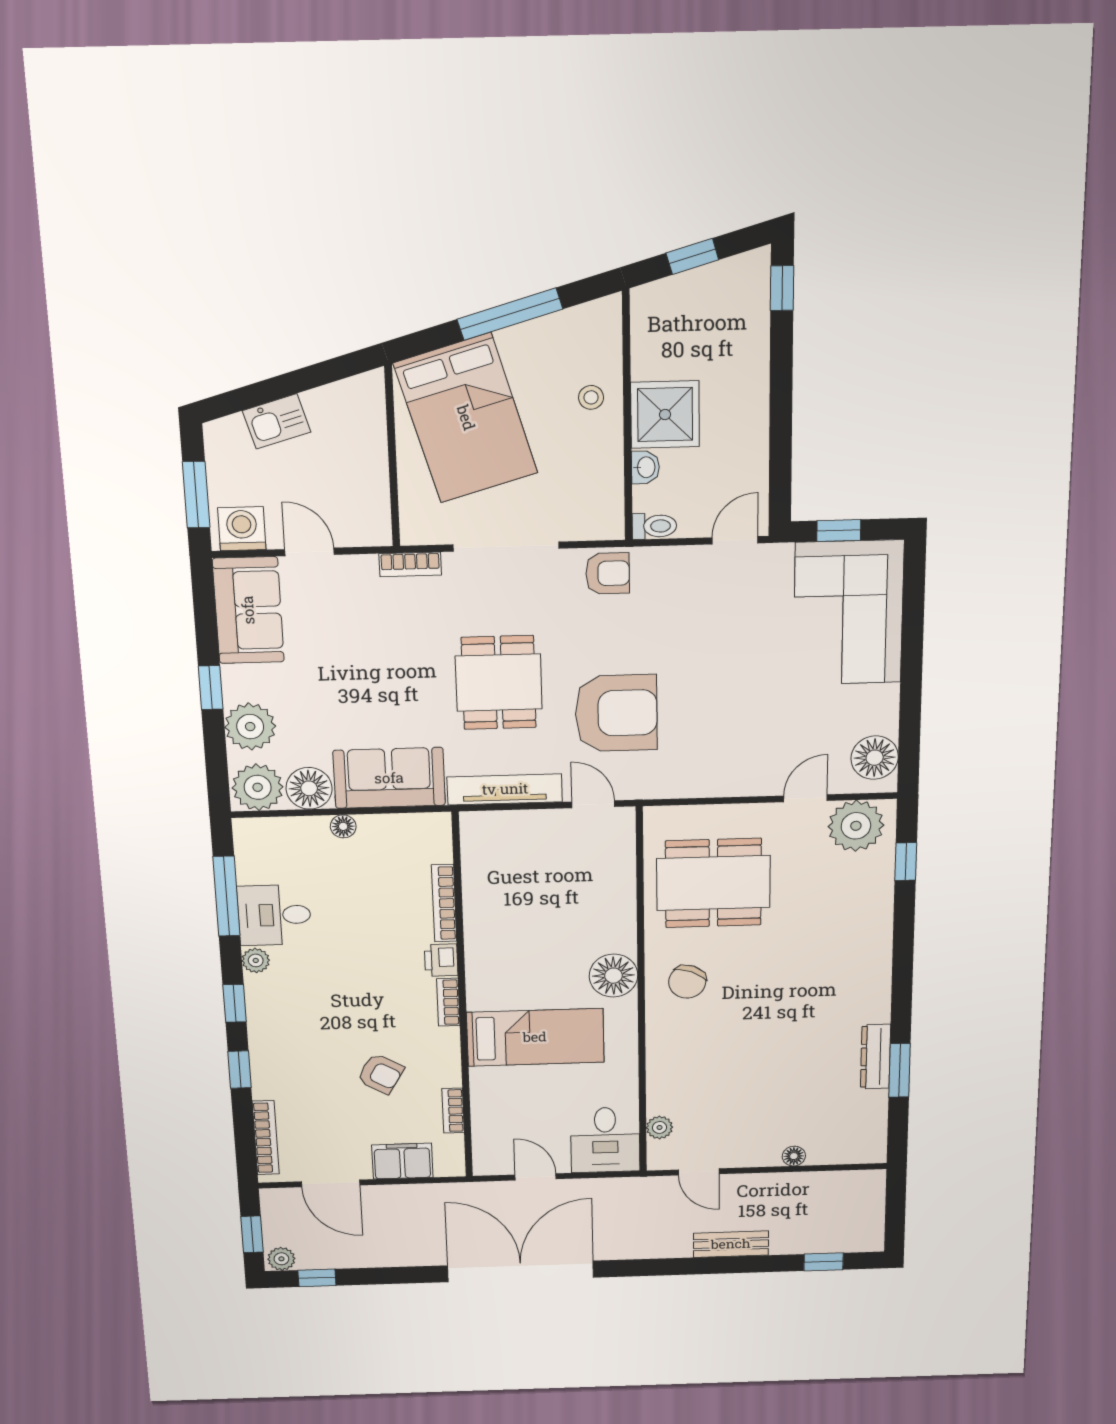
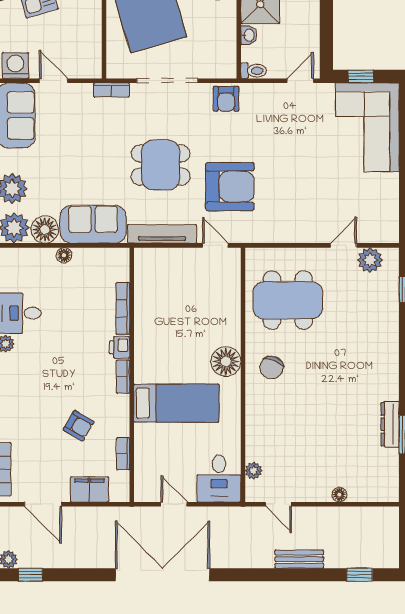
armchair: (608, 573) -> (226, 99), turned 90
dining table: (499, 683) -> (161, 165), turned 90
floor lamp: (875, 758) -> (385, 220), removed
plant: (856, 826) -> (370, 260), width x0.73, depth x0.73

